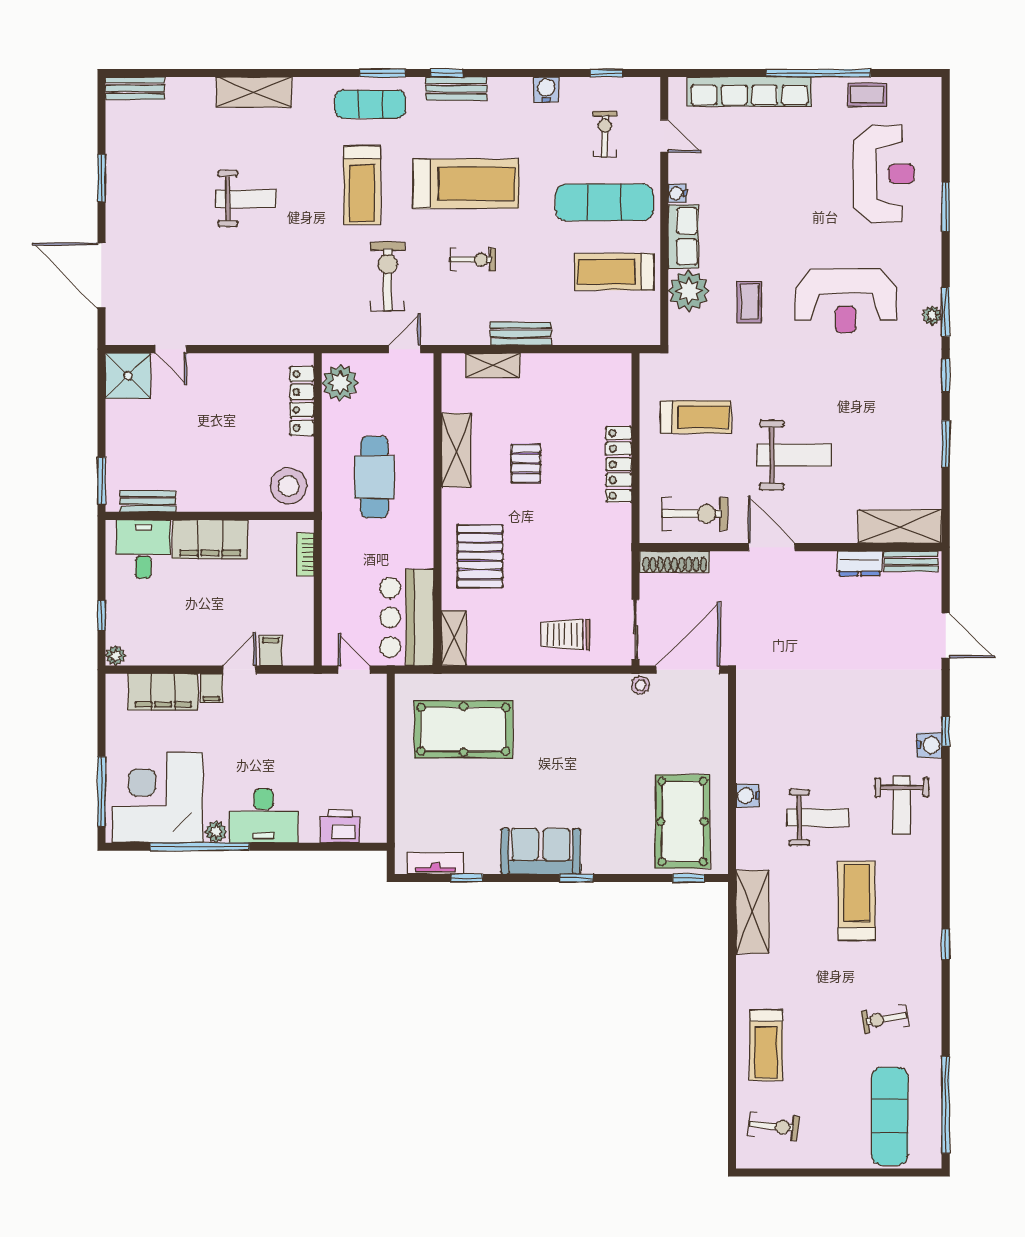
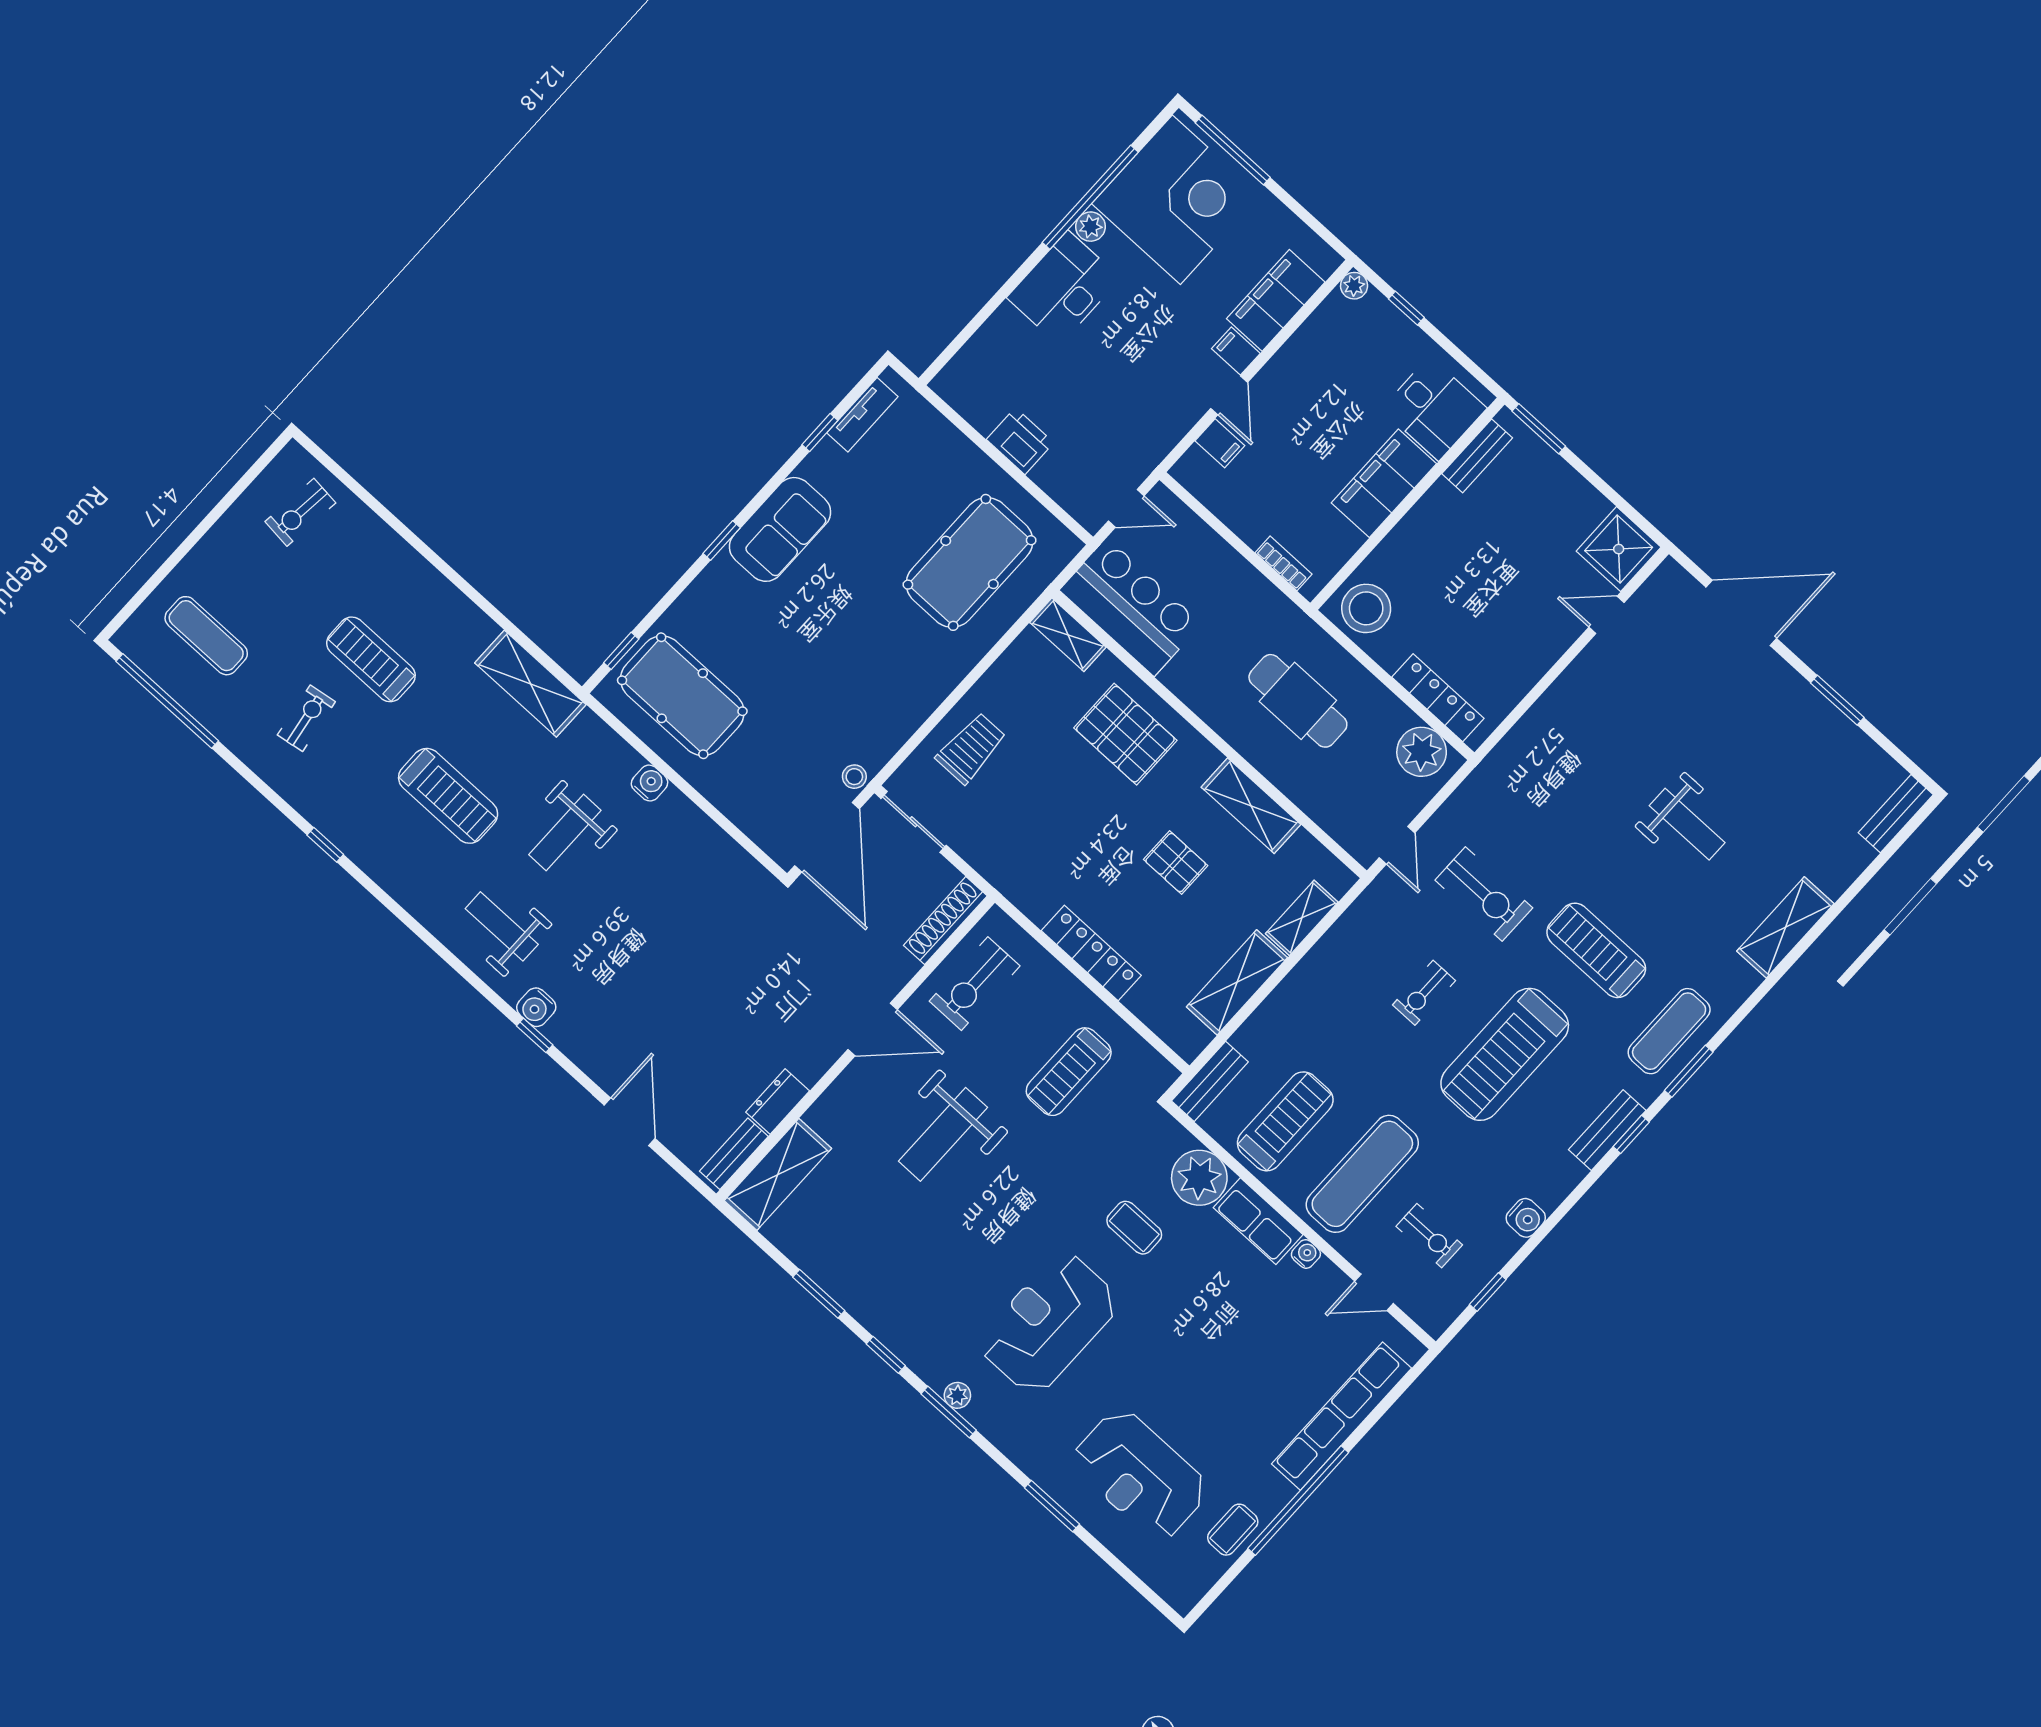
weight bench: (246, 199) -> (1687, 824), turned -90
bench: (521, 334) -> (1210, 1081), moved
shelving: (561, 369) -> (1237, 982), added
door: (946, 636) -> (630, 1122), swing flipped
printer: (340, 827) -> (1020, 441), moved, turned -90
treadmill: (766, 1045) -> (371, 659), moved
exercise mat: (890, 1116) -> (206, 636), width x0.73, depth x0.69

